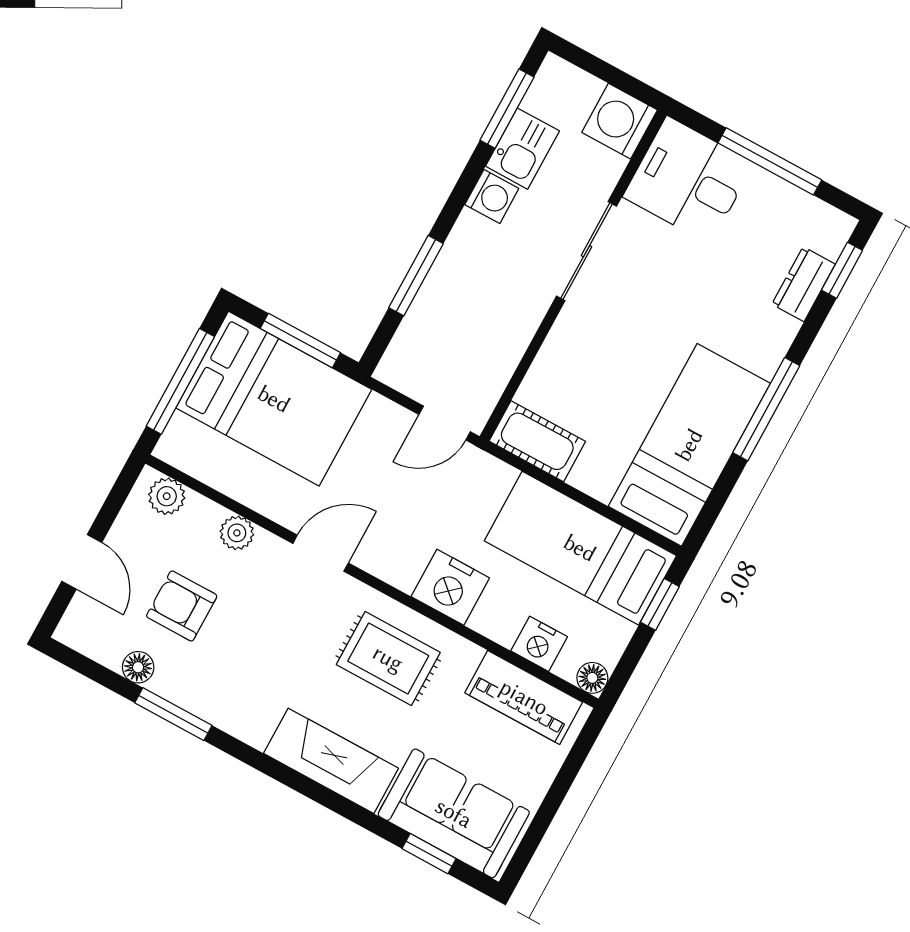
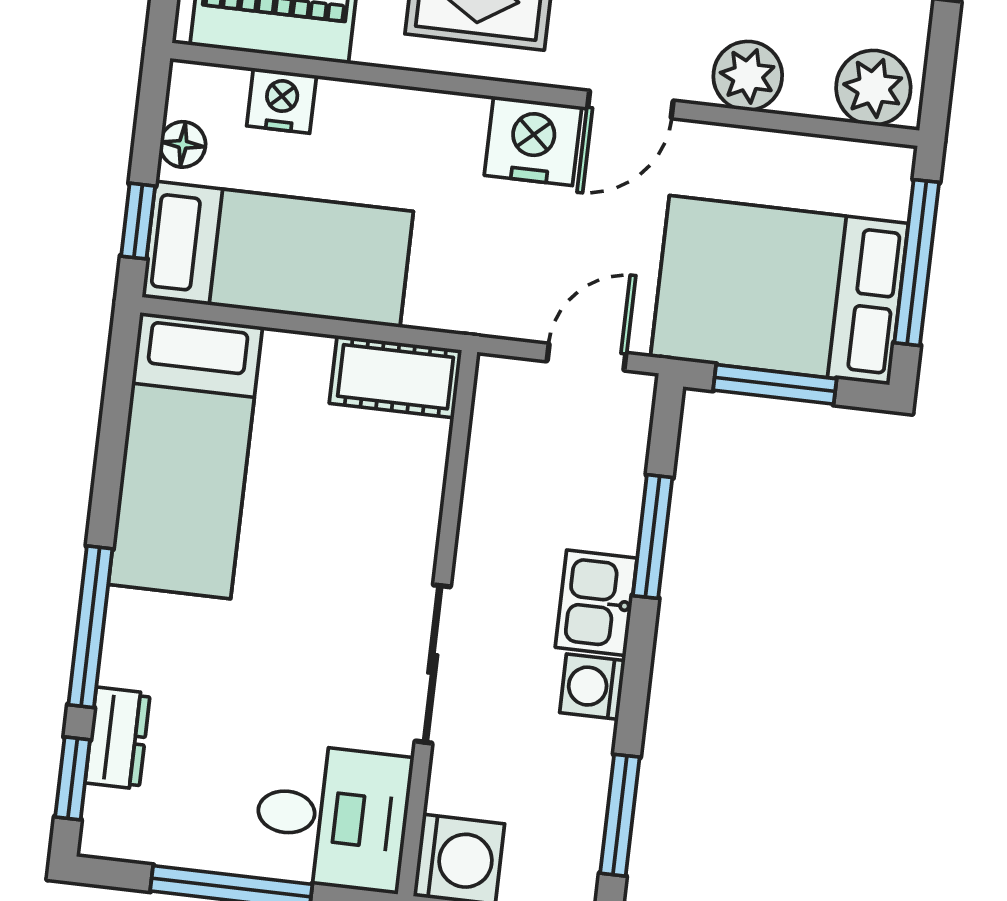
kitchen sink: (522, 149) -> (596, 603), moved
window: (766, 409) -> (90, 627), moved
door: (445, 423) -> (587, 357), moved
plant: (167, 496) -> (873, 88), width x1.38, depth x1.38
plant: (237, 533) -> (748, 76), width x1.38, depth x1.38
nightstand: (450, 587) -> (533, 141), moved
floor lamp: (592, 678) -> (183, 144), moved

